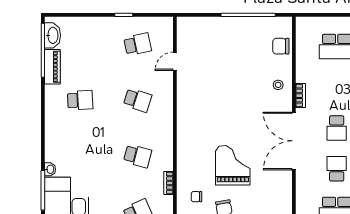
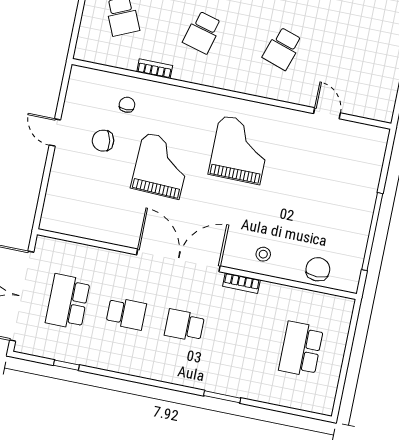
school desk: (138, 44) -> (362, 65), removed
grand piano: (211, 115) -> (240, 150), added
grand piano: (233, 165) -> (161, 166), turned -88

